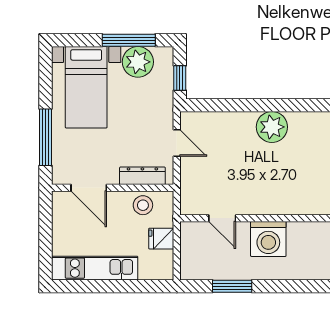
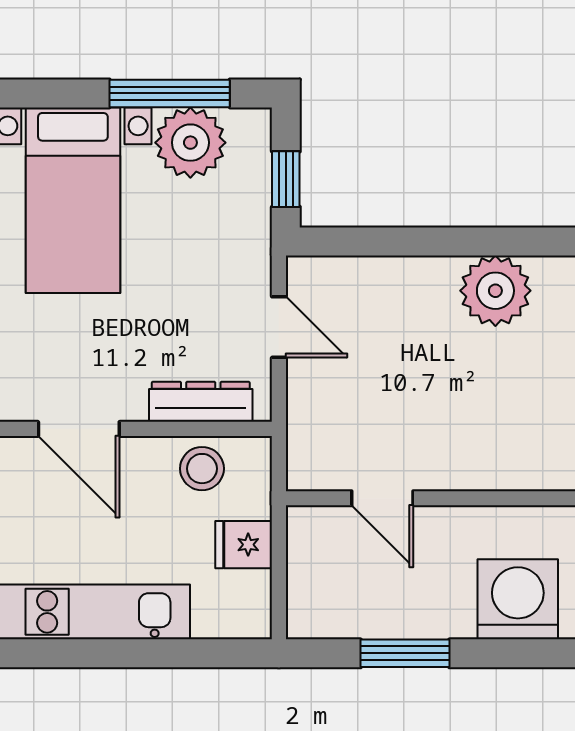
washing machine: (268, 239) -> (518, 599), moved, turned 180

